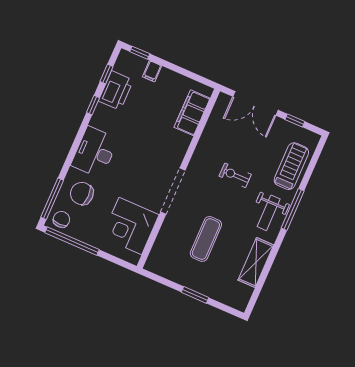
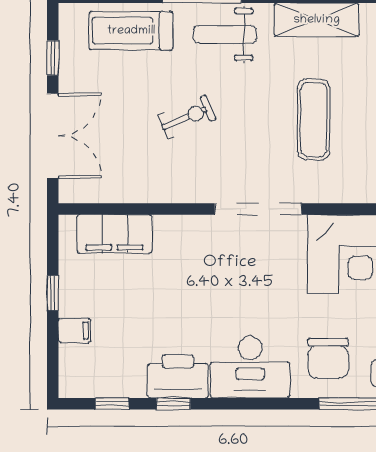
window: (140, 53) -> (53, 293), moved
printer: (116, 91) -> (178, 376), moved
exercise bike: (235, 175) -> (187, 117), turned -113
weight bench: (269, 213) -> (225, 34), turned 180
exercise mat: (206, 239) -> (314, 120), turned 90

